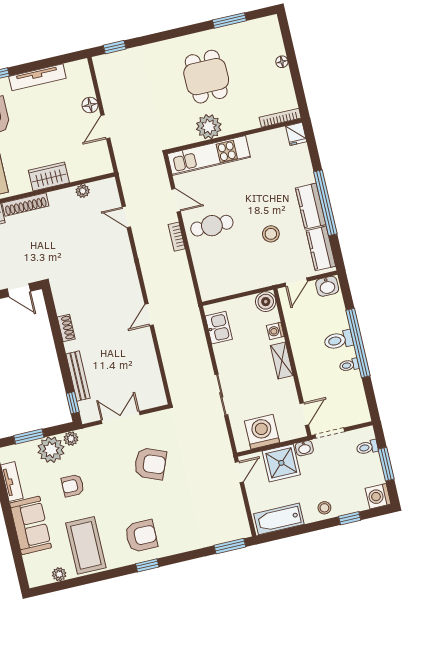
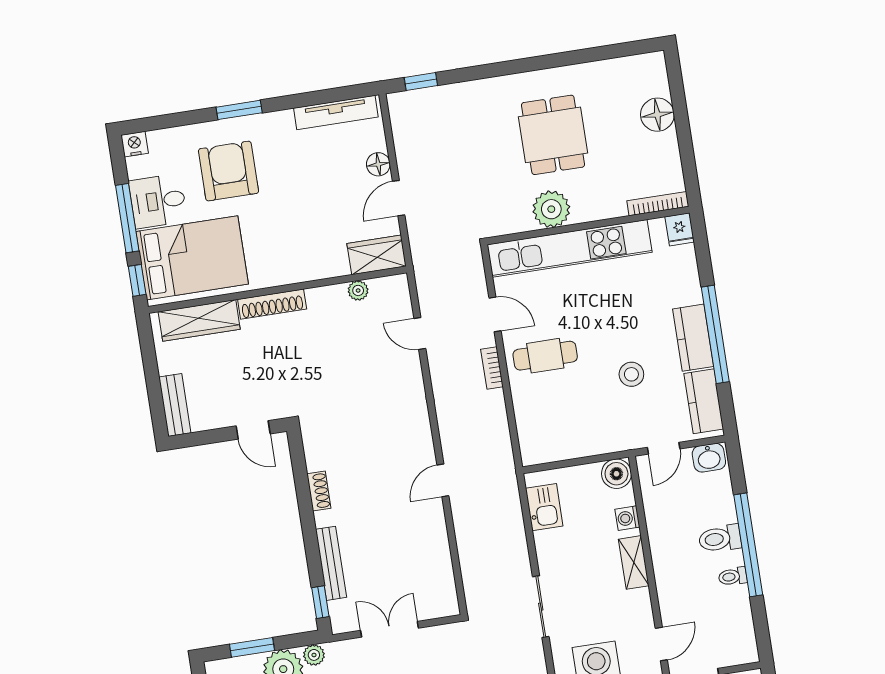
window: (229, 20) -> (593, 54), removed
floor lamp: (282, 62) -> (657, 115), width x1.89, depth x1.89
tv unit: (37, 77) -> (336, 113), moved
kitchen unit: (209, 155) -> (570, 248), width x1.36
wardrobe: (49, 177) -> (377, 255), moved

